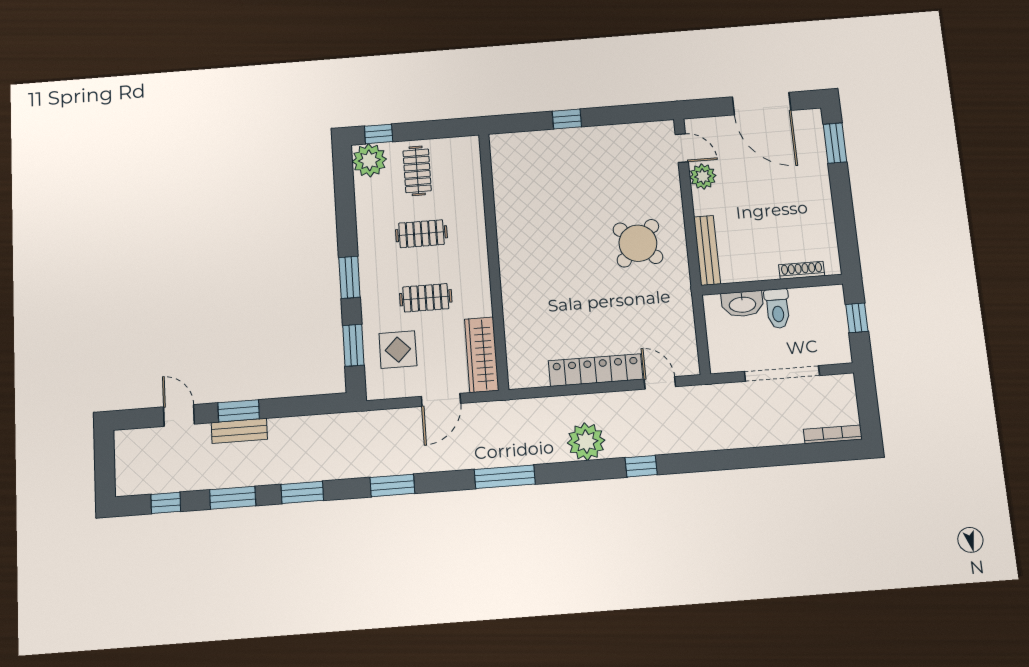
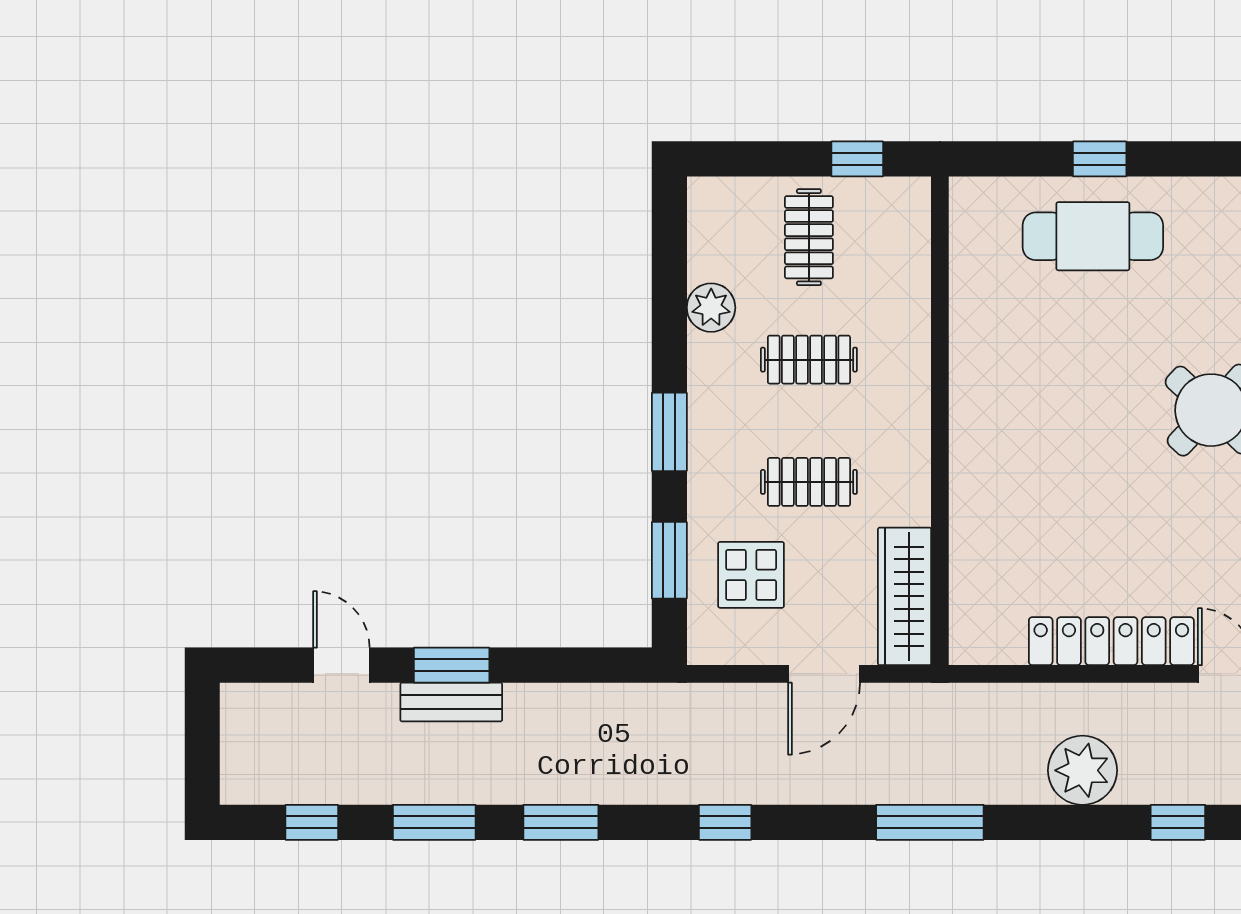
window: (379, 134) -> (857, 159), moved
cafe table: (567, 158) -> (1093, 236), added
plant: (369, 160) -> (711, 308), moved, width x0.73, depth x0.73
window: (392, 485) -> (725, 822), width x0.67

